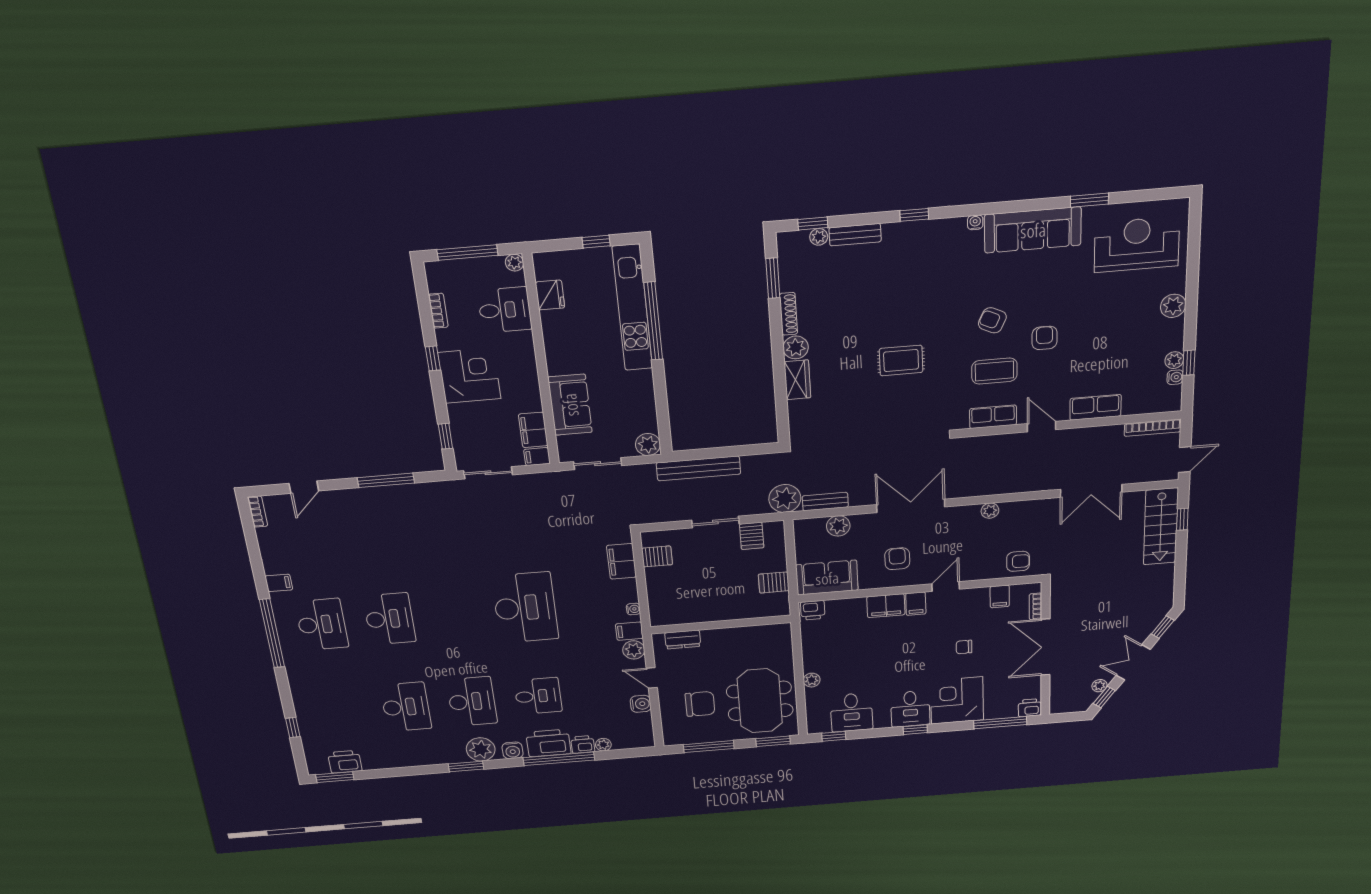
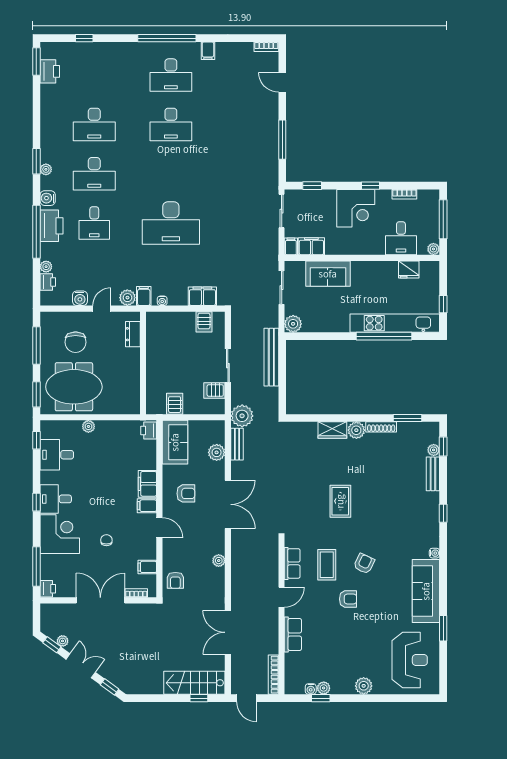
printer: (583, 744) -> (48, 282), moved
plant: (481, 749) -> (46, 169), width x0.53, depth x0.53

